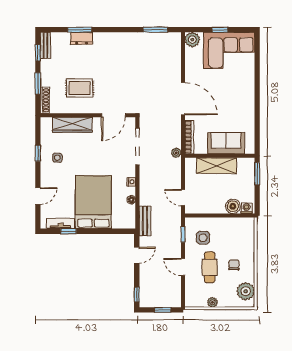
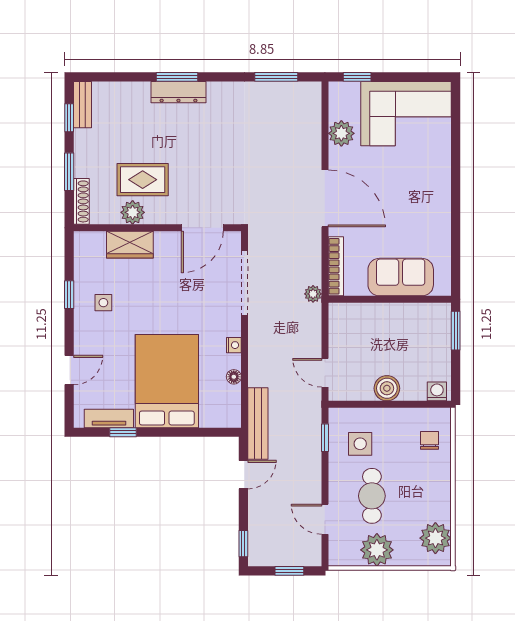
window: (80, 30) -> (177, 77), moved
window: (220, 30) -> (357, 77), moved
dresser: (82, 38) -> (178, 92), moved, width x1.44
plant: (192, 40) -> (341, 133), moved
plant: (74, 107) -> (133, 212), added
wardrobe: (72, 125) -> (130, 245), width x0.67
shelving: (216, 166) -> (384, 317), removed
boiler: (233, 206) -> (387, 388), moved
bench: (145, 221) -> (258, 424), width x1.36
chair: (234, 265) -> (430, 440), moved
door: (183, 267) -> (325, 519), moved
plant: (212, 302) -> (377, 550), width x1.88, depth x1.88

